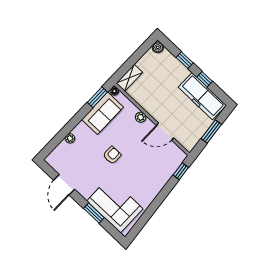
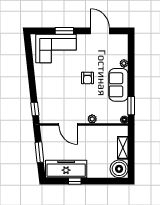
boiler: (158, 47) -> (119, 169), width x1.86, depth x1.86
window: (185, 60) -> (99, 181), removed
shelving: (129, 78) -> (123, 148), moved
sofa: (103, 113) -> (118, 85), moved
door: (165, 132) -> (68, 124), swing flipped

